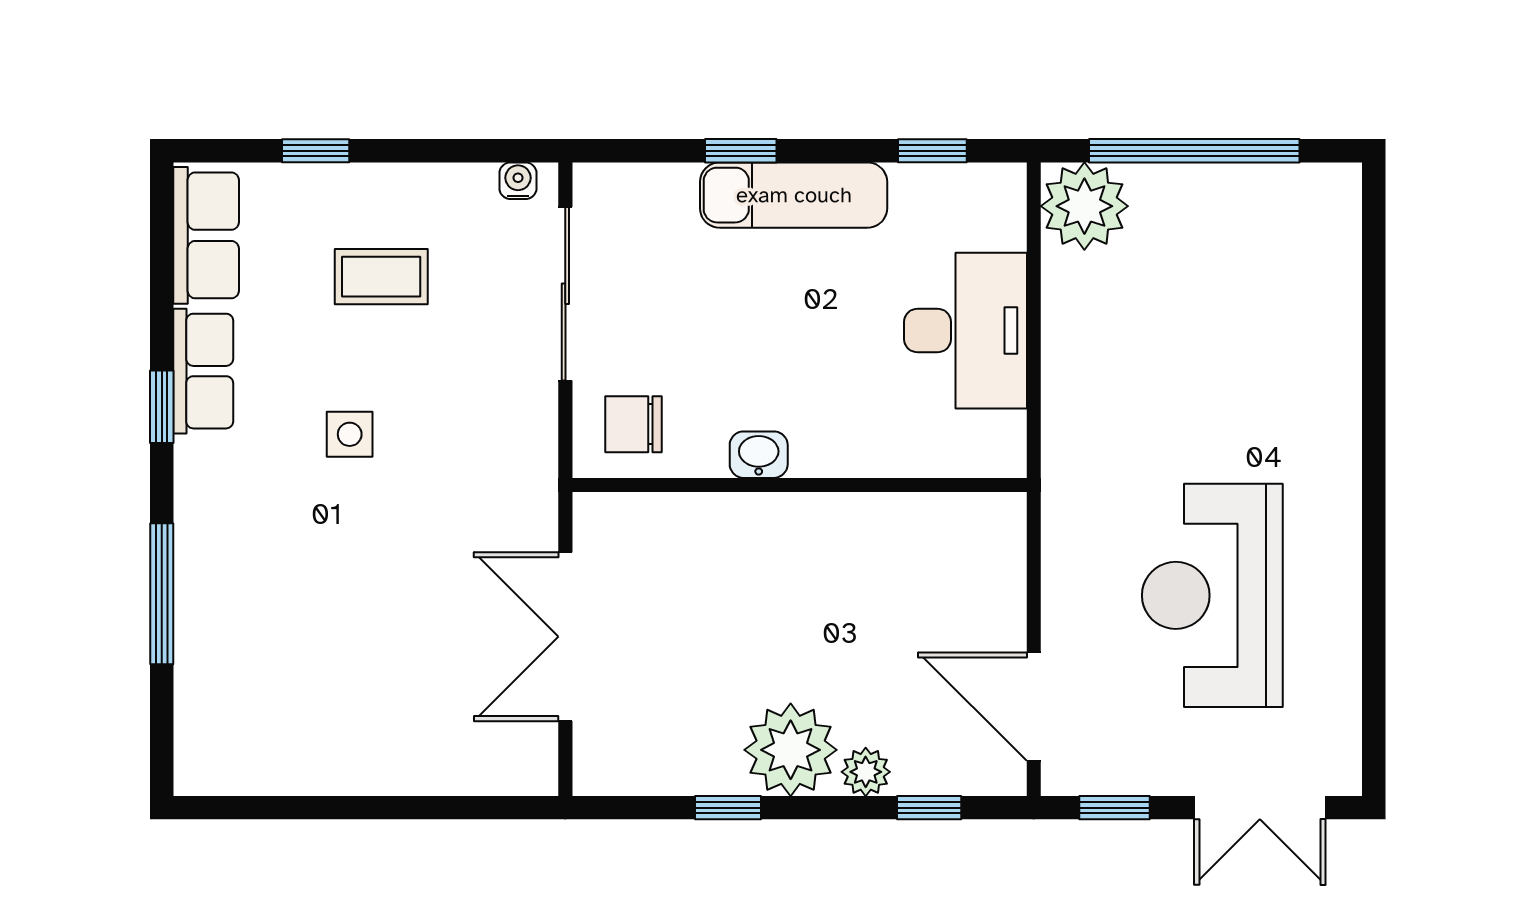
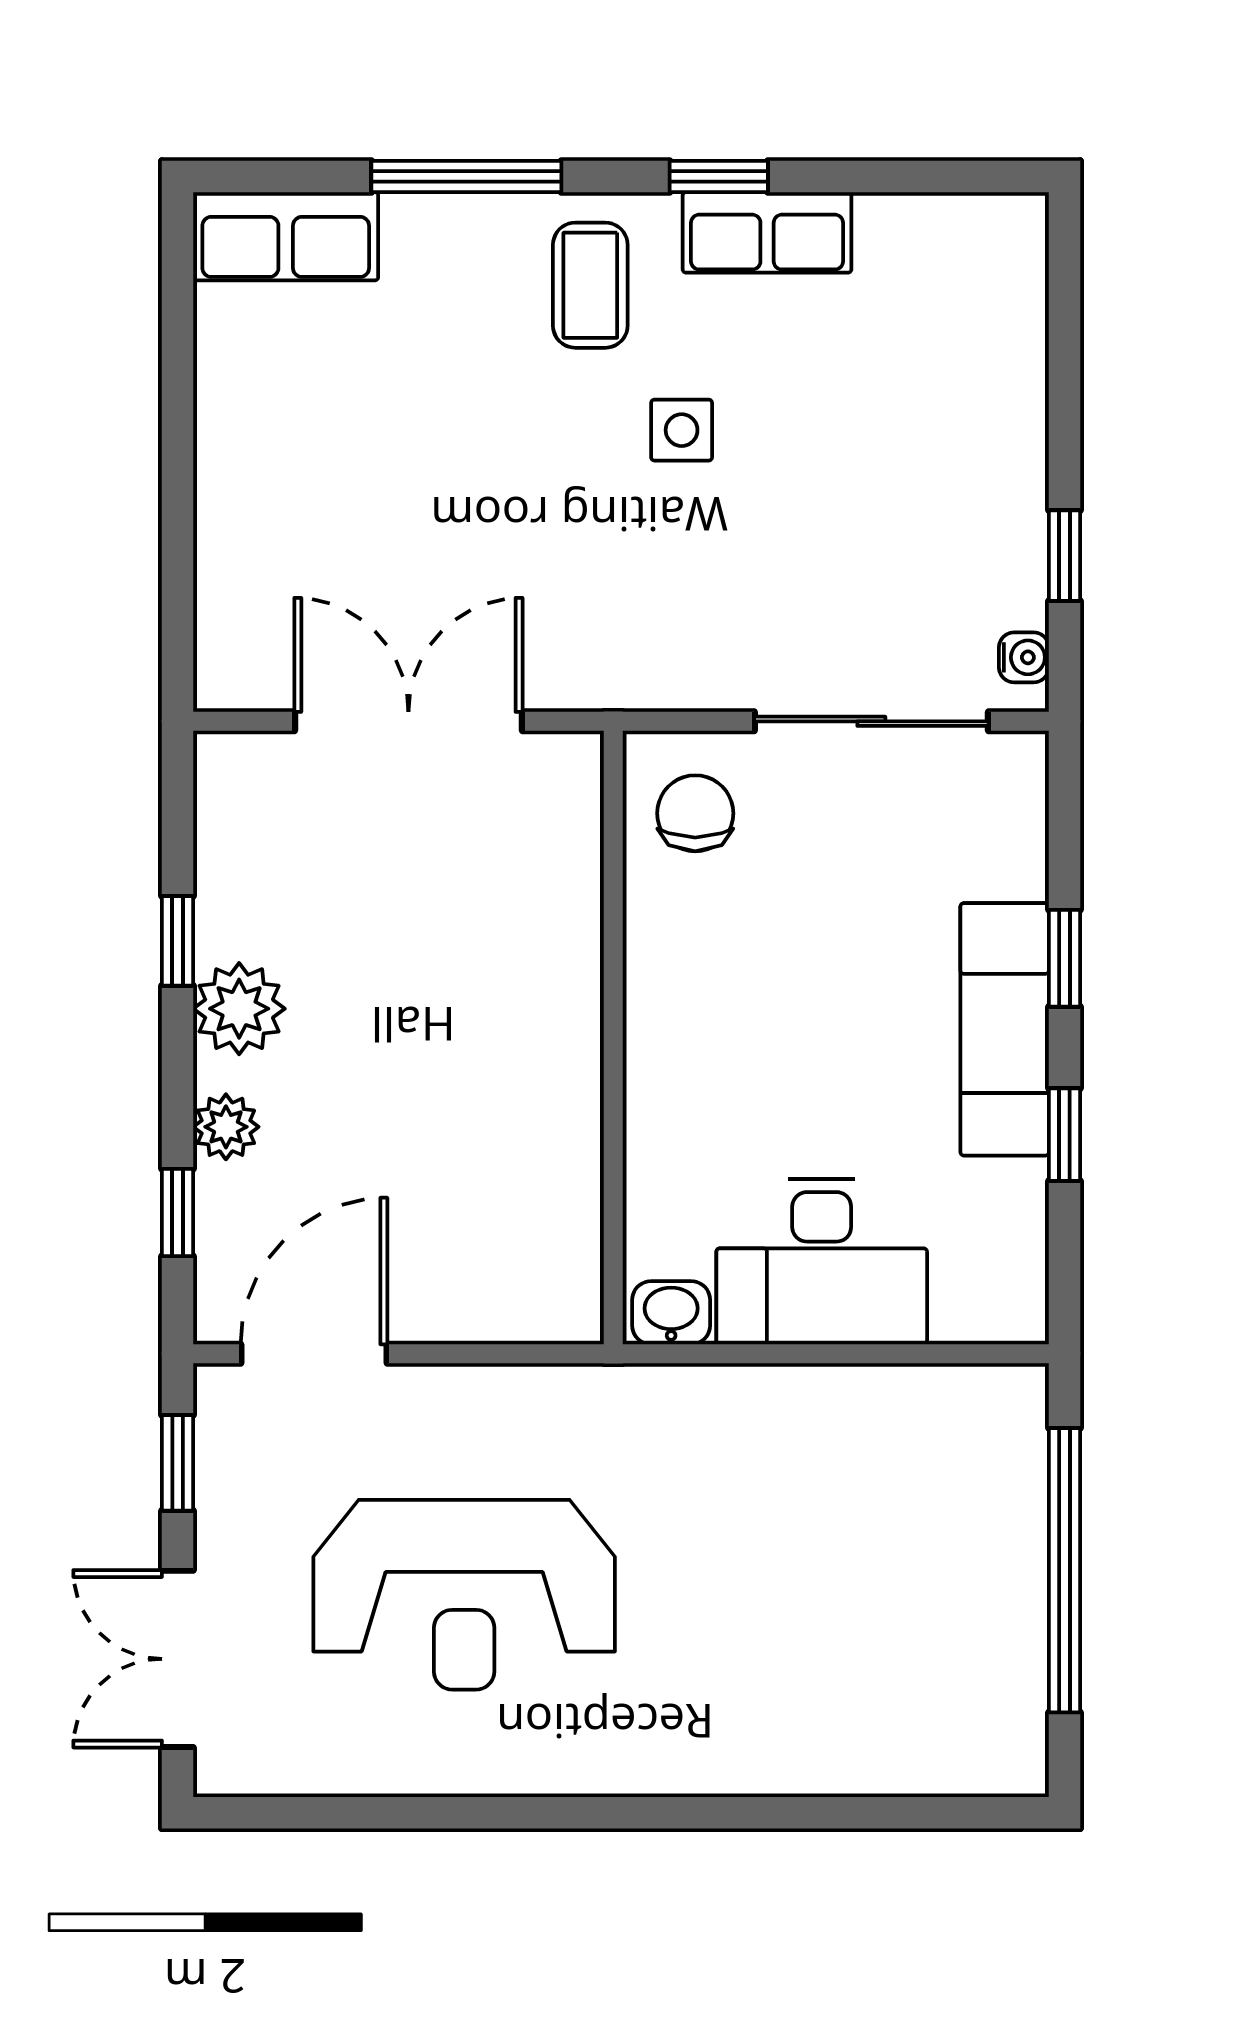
window: (316, 151) -> (1064, 556), moved
window: (932, 151) -> (1064, 1135), moved
plant: (1084, 206) -> (990, 1422), removed
row of seats: (206, 235) -> (286, 236), moved
coffee table: (381, 277) -> (590, 285), moved
washbasin: (759, 455) -> (671, 1313), moved, turned -90
reception desk: (1212, 595) -> (464, 1595), turned 180
plant: (791, 750) -> (239, 1009), width x0.73, depth x0.73

